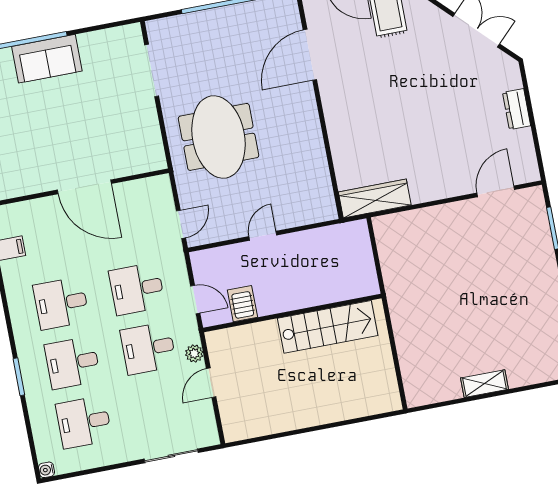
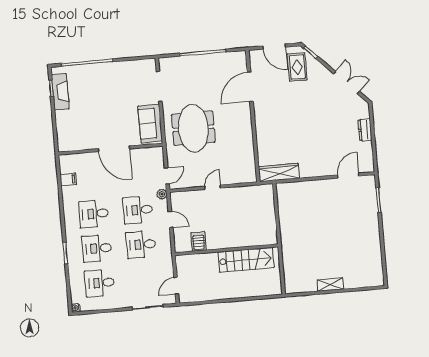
sofa: (47, 59) -> (150, 123), moved, turned 90
server rack: (242, 304) -> (199, 241), moved
wall: (292, 313) -> (227, 250), moved
stairs: (328, 327) -> (246, 260), moved
plant: (194, 353) -> (162, 194), moved
door: (211, 383) -> (176, 286), moved

